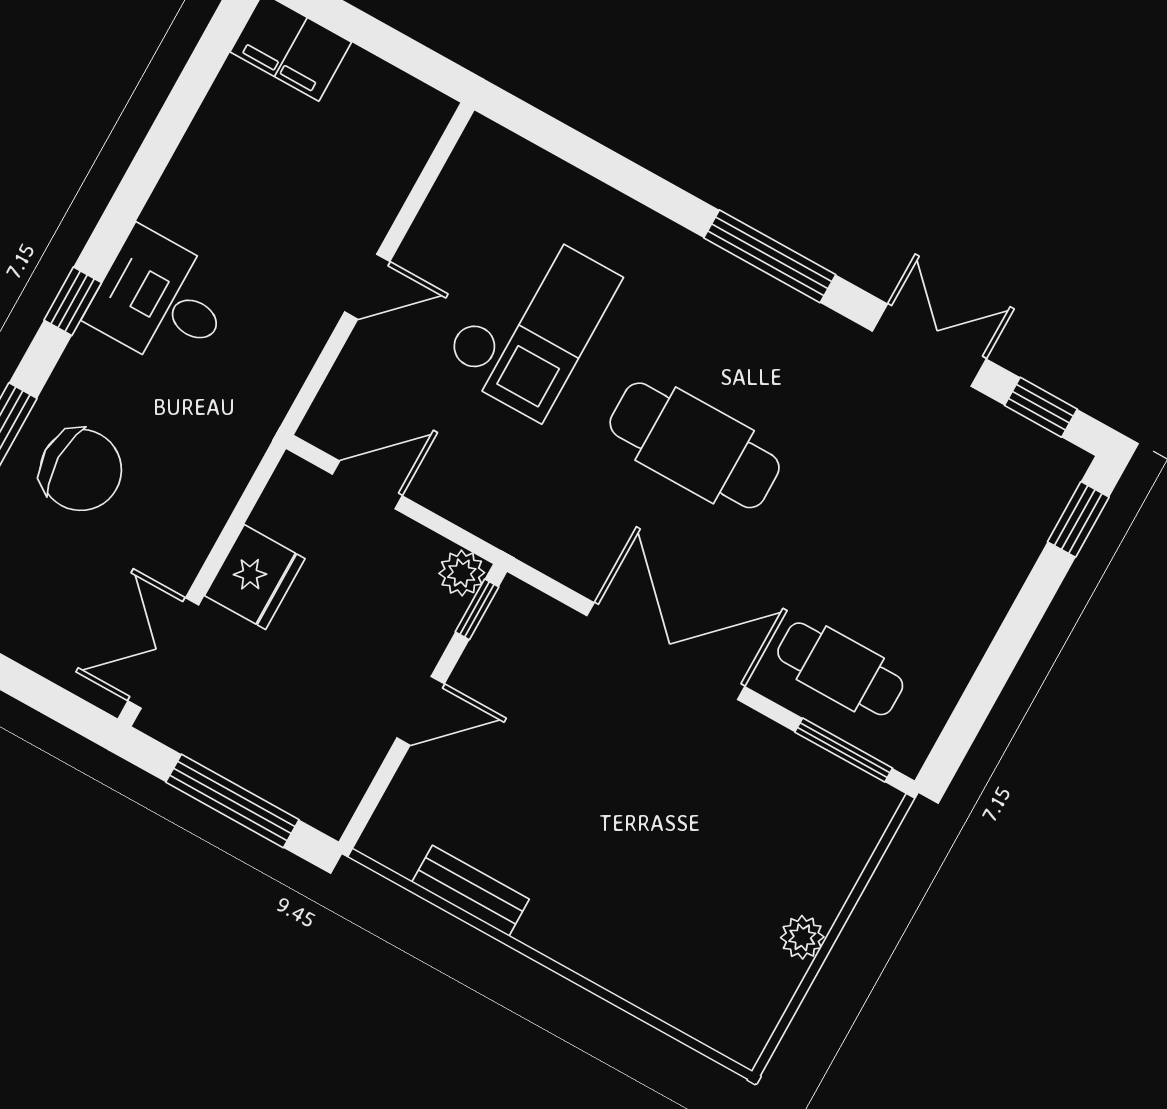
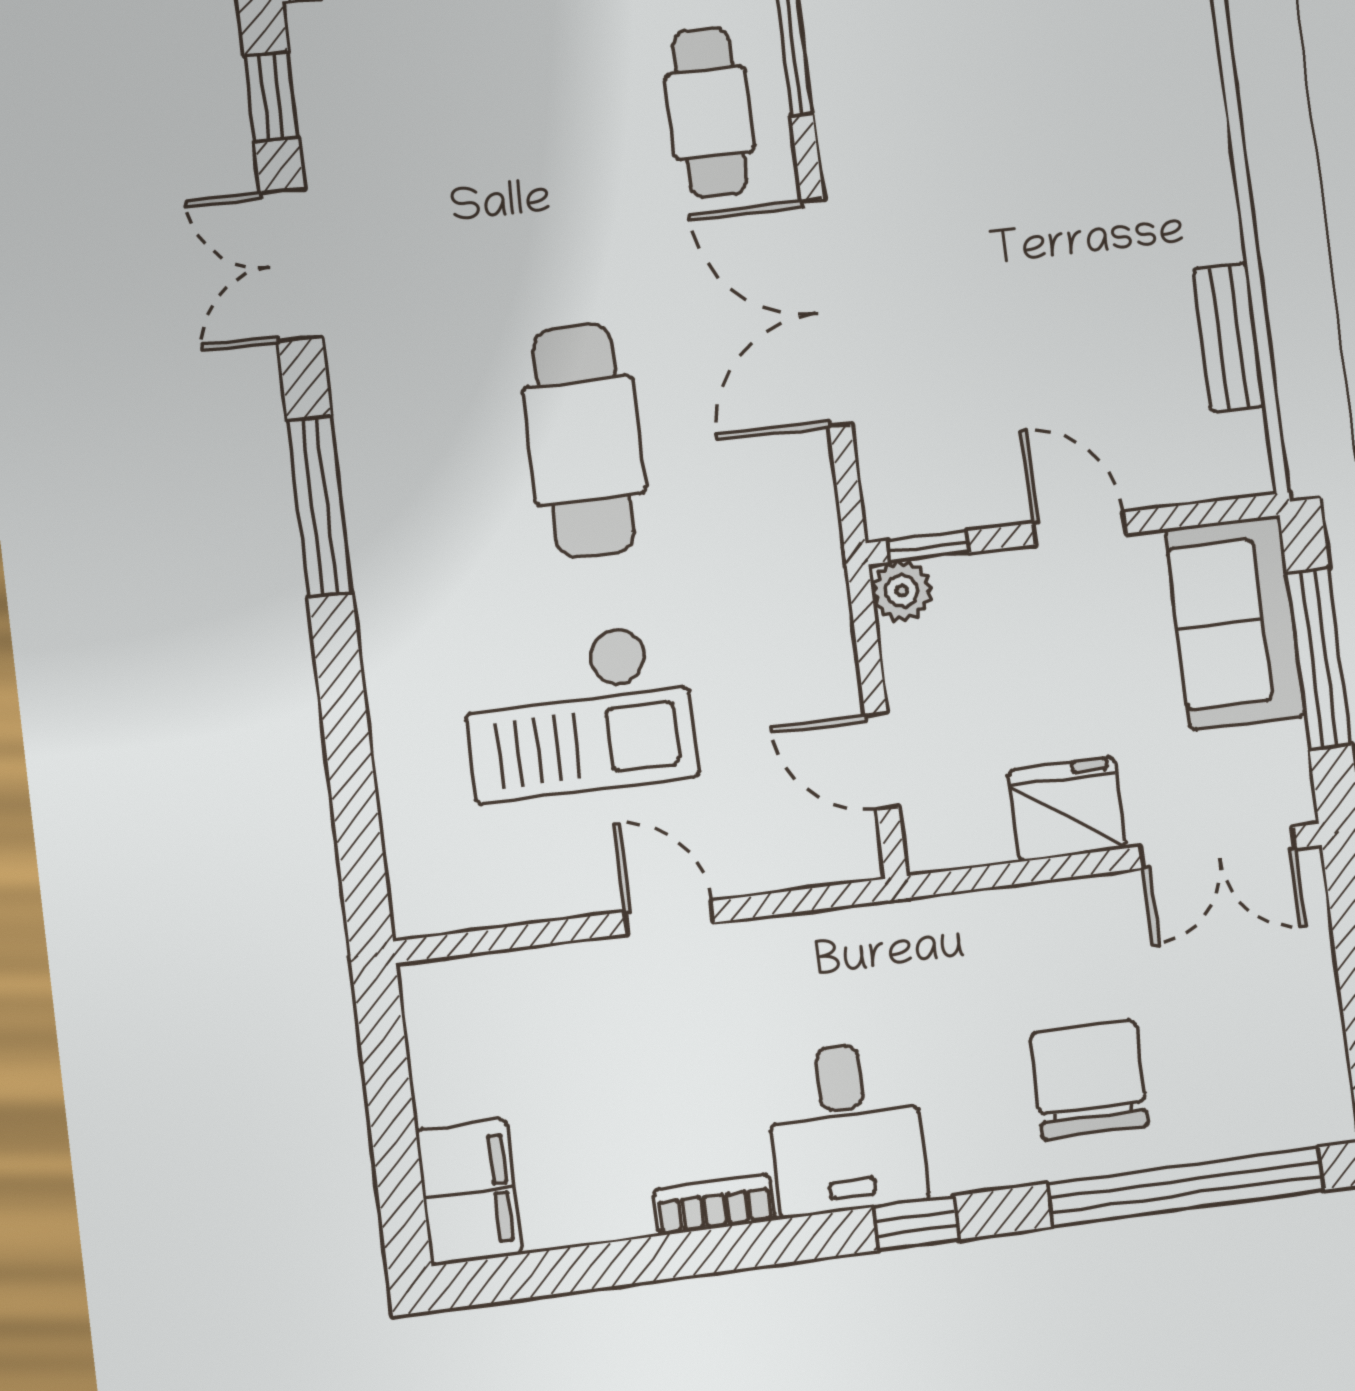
bookcase: (174, 188) -> (714, 1205), added
checkout: (531, 322) -> (579, 712), turned 180
sofa: (293, 765) -> (1235, 622), added

